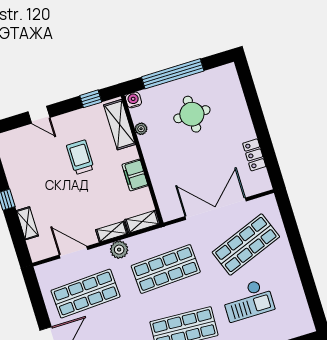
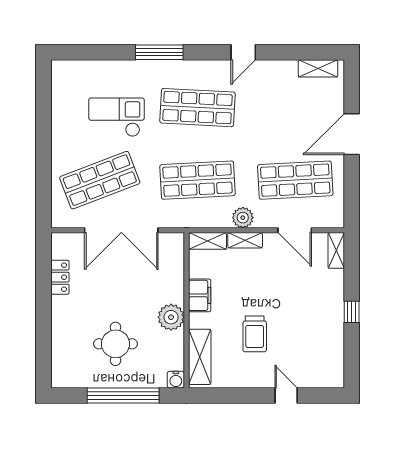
window: (91, 99) -> (223, 395), removed
plant: (141, 129) -> (171, 317), moved, width x1.88, depth x1.88
shelving: (27, 223) -> (336, 250), moved

